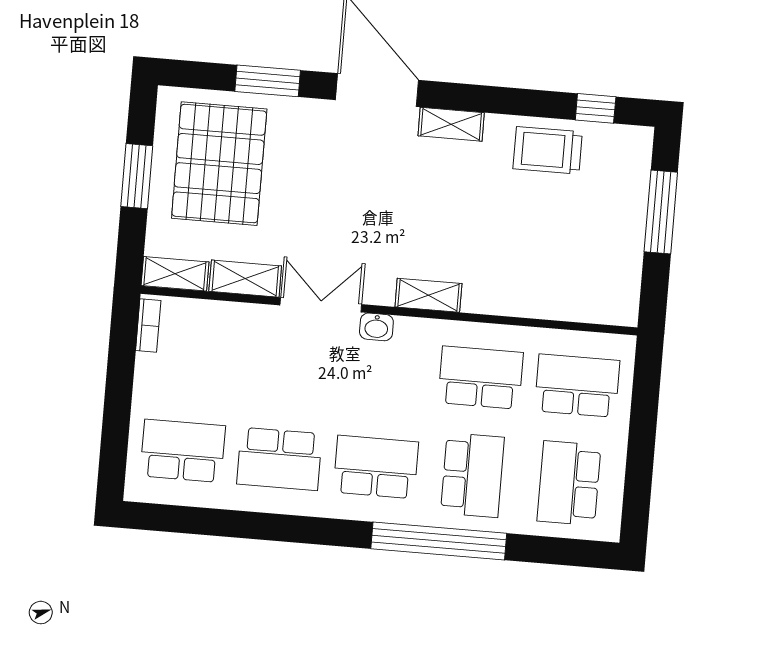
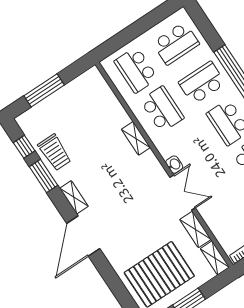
window: (268, 81) -> (44, 176), moved
shelving: (428, 295) -> (136, 138), moved
double door: (321, 305) -> (183, 193), swing flipped
school desk: (481, 378) -> (162, 109), turned 180

